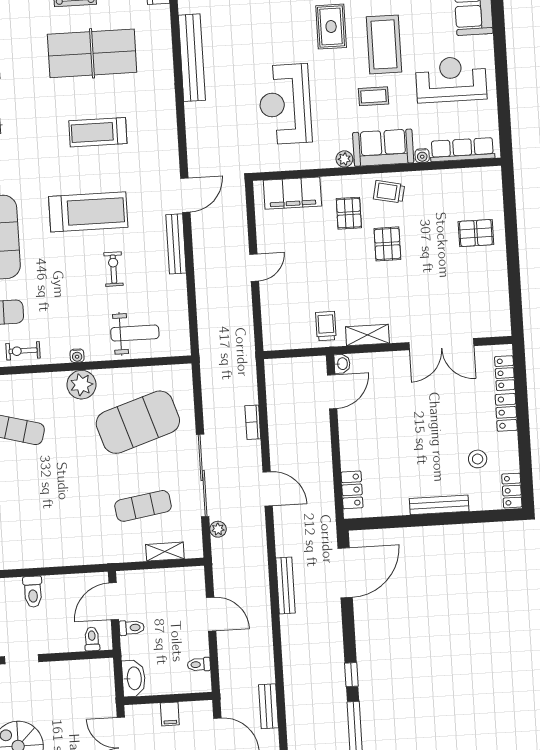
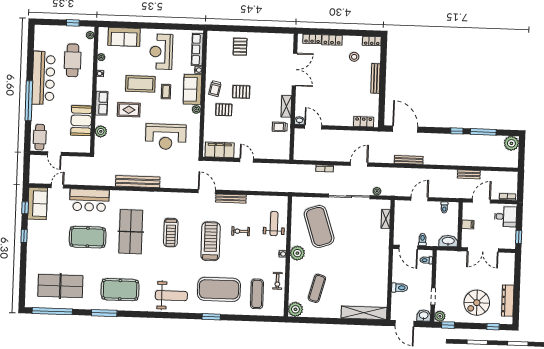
filing cabinet: (292, 193) -> (220, 150), moved, turned -90
exercise mat: (143, 506) -> (362, 228), removed

